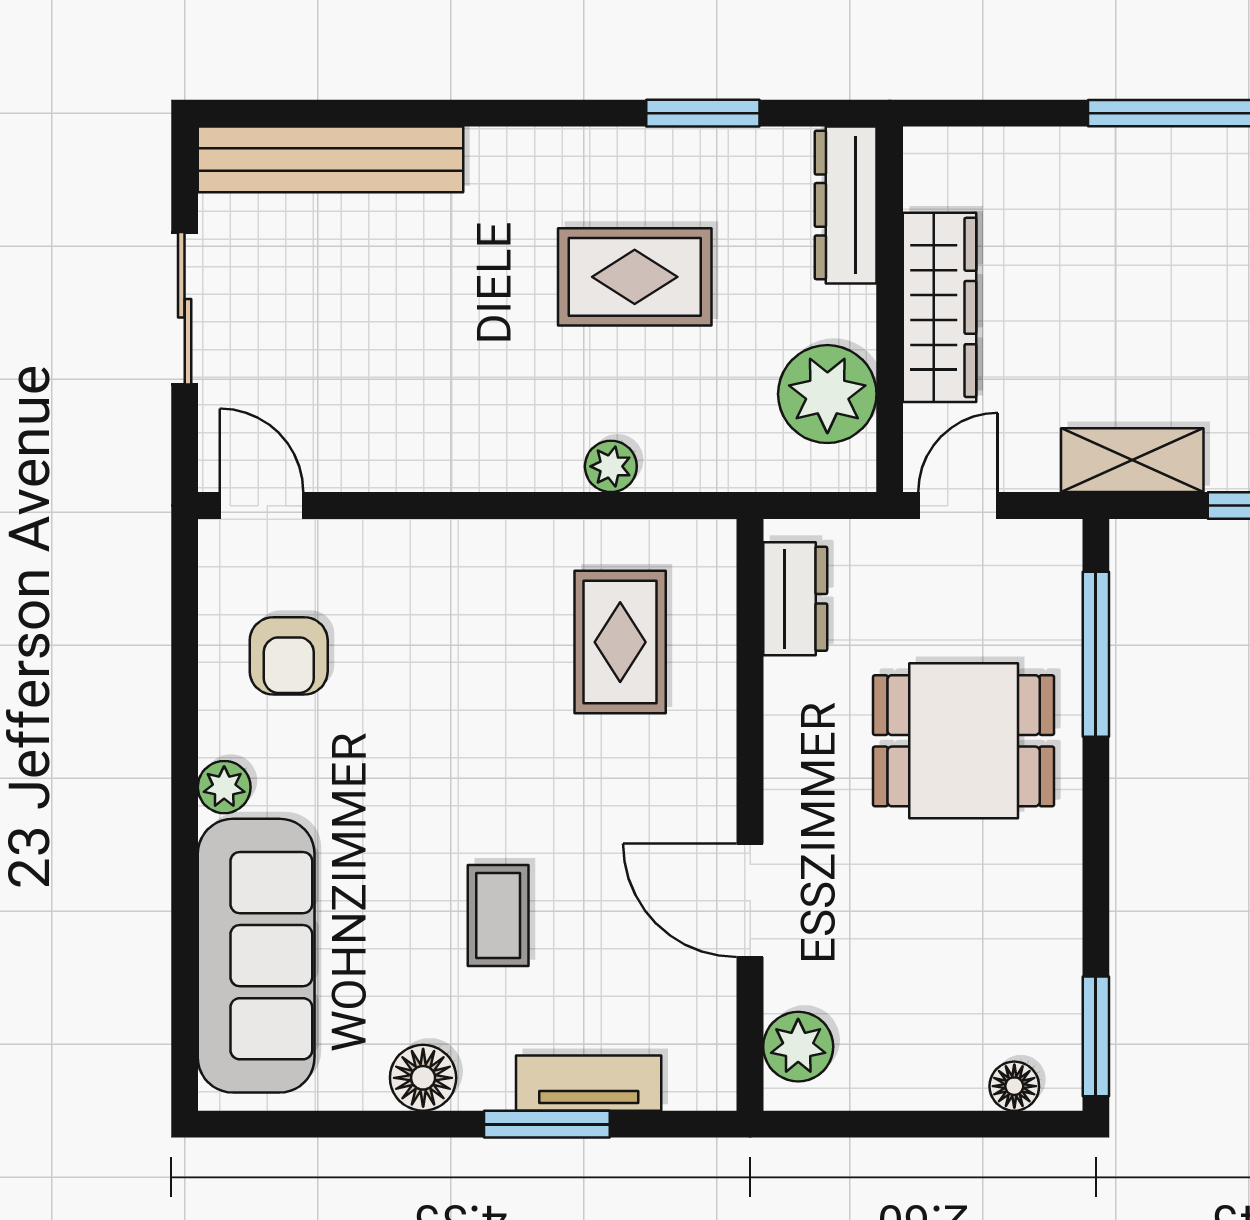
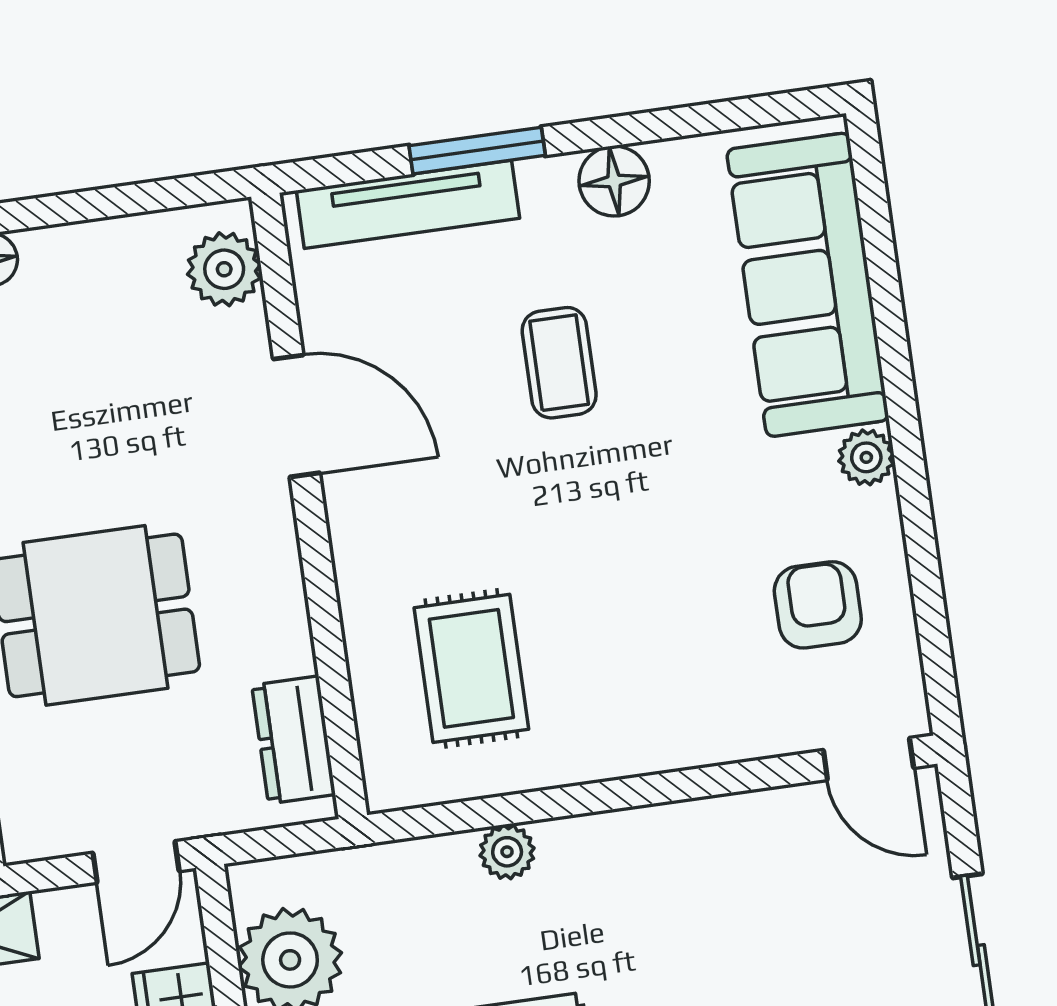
tv unit: (589, 1083) -> (408, 204), width x1.41

